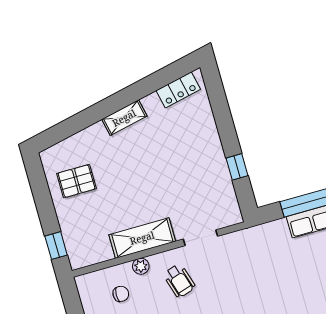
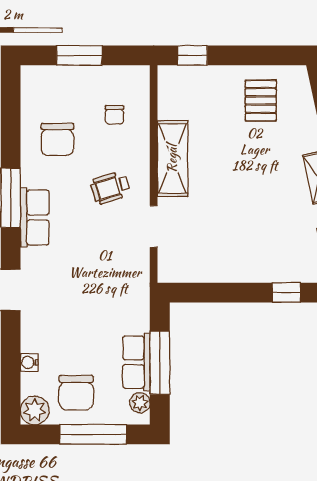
window: (237, 167) -> (286, 293), moved
plant: (141, 266) -> (140, 147), removed

